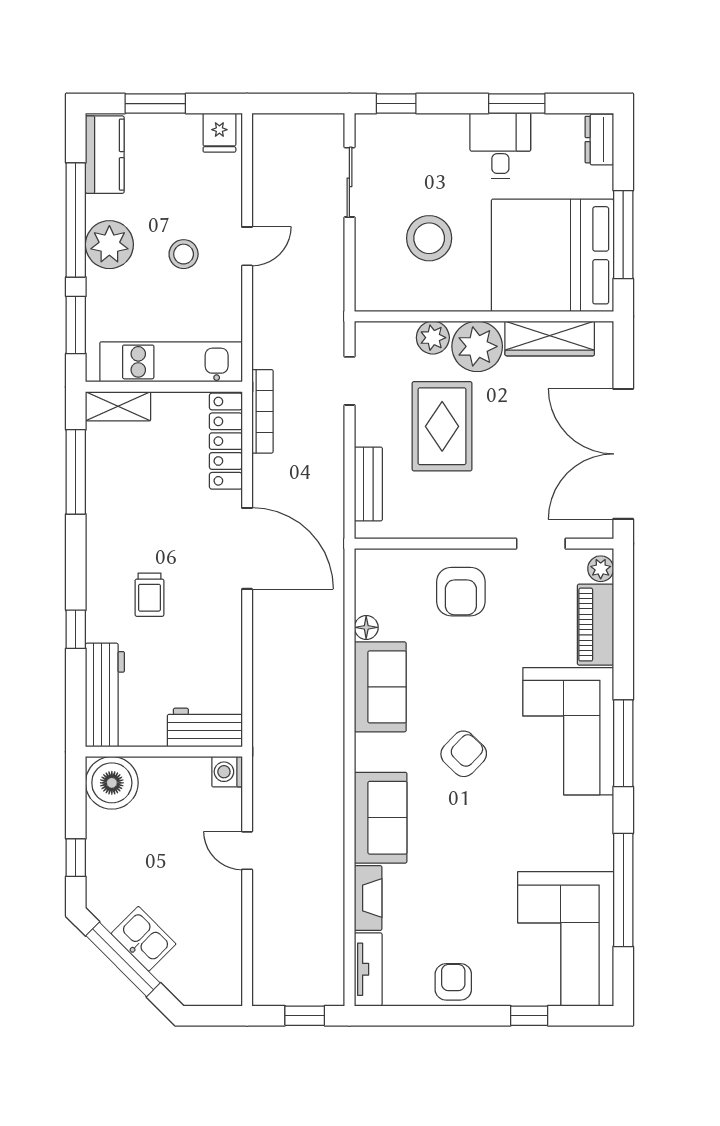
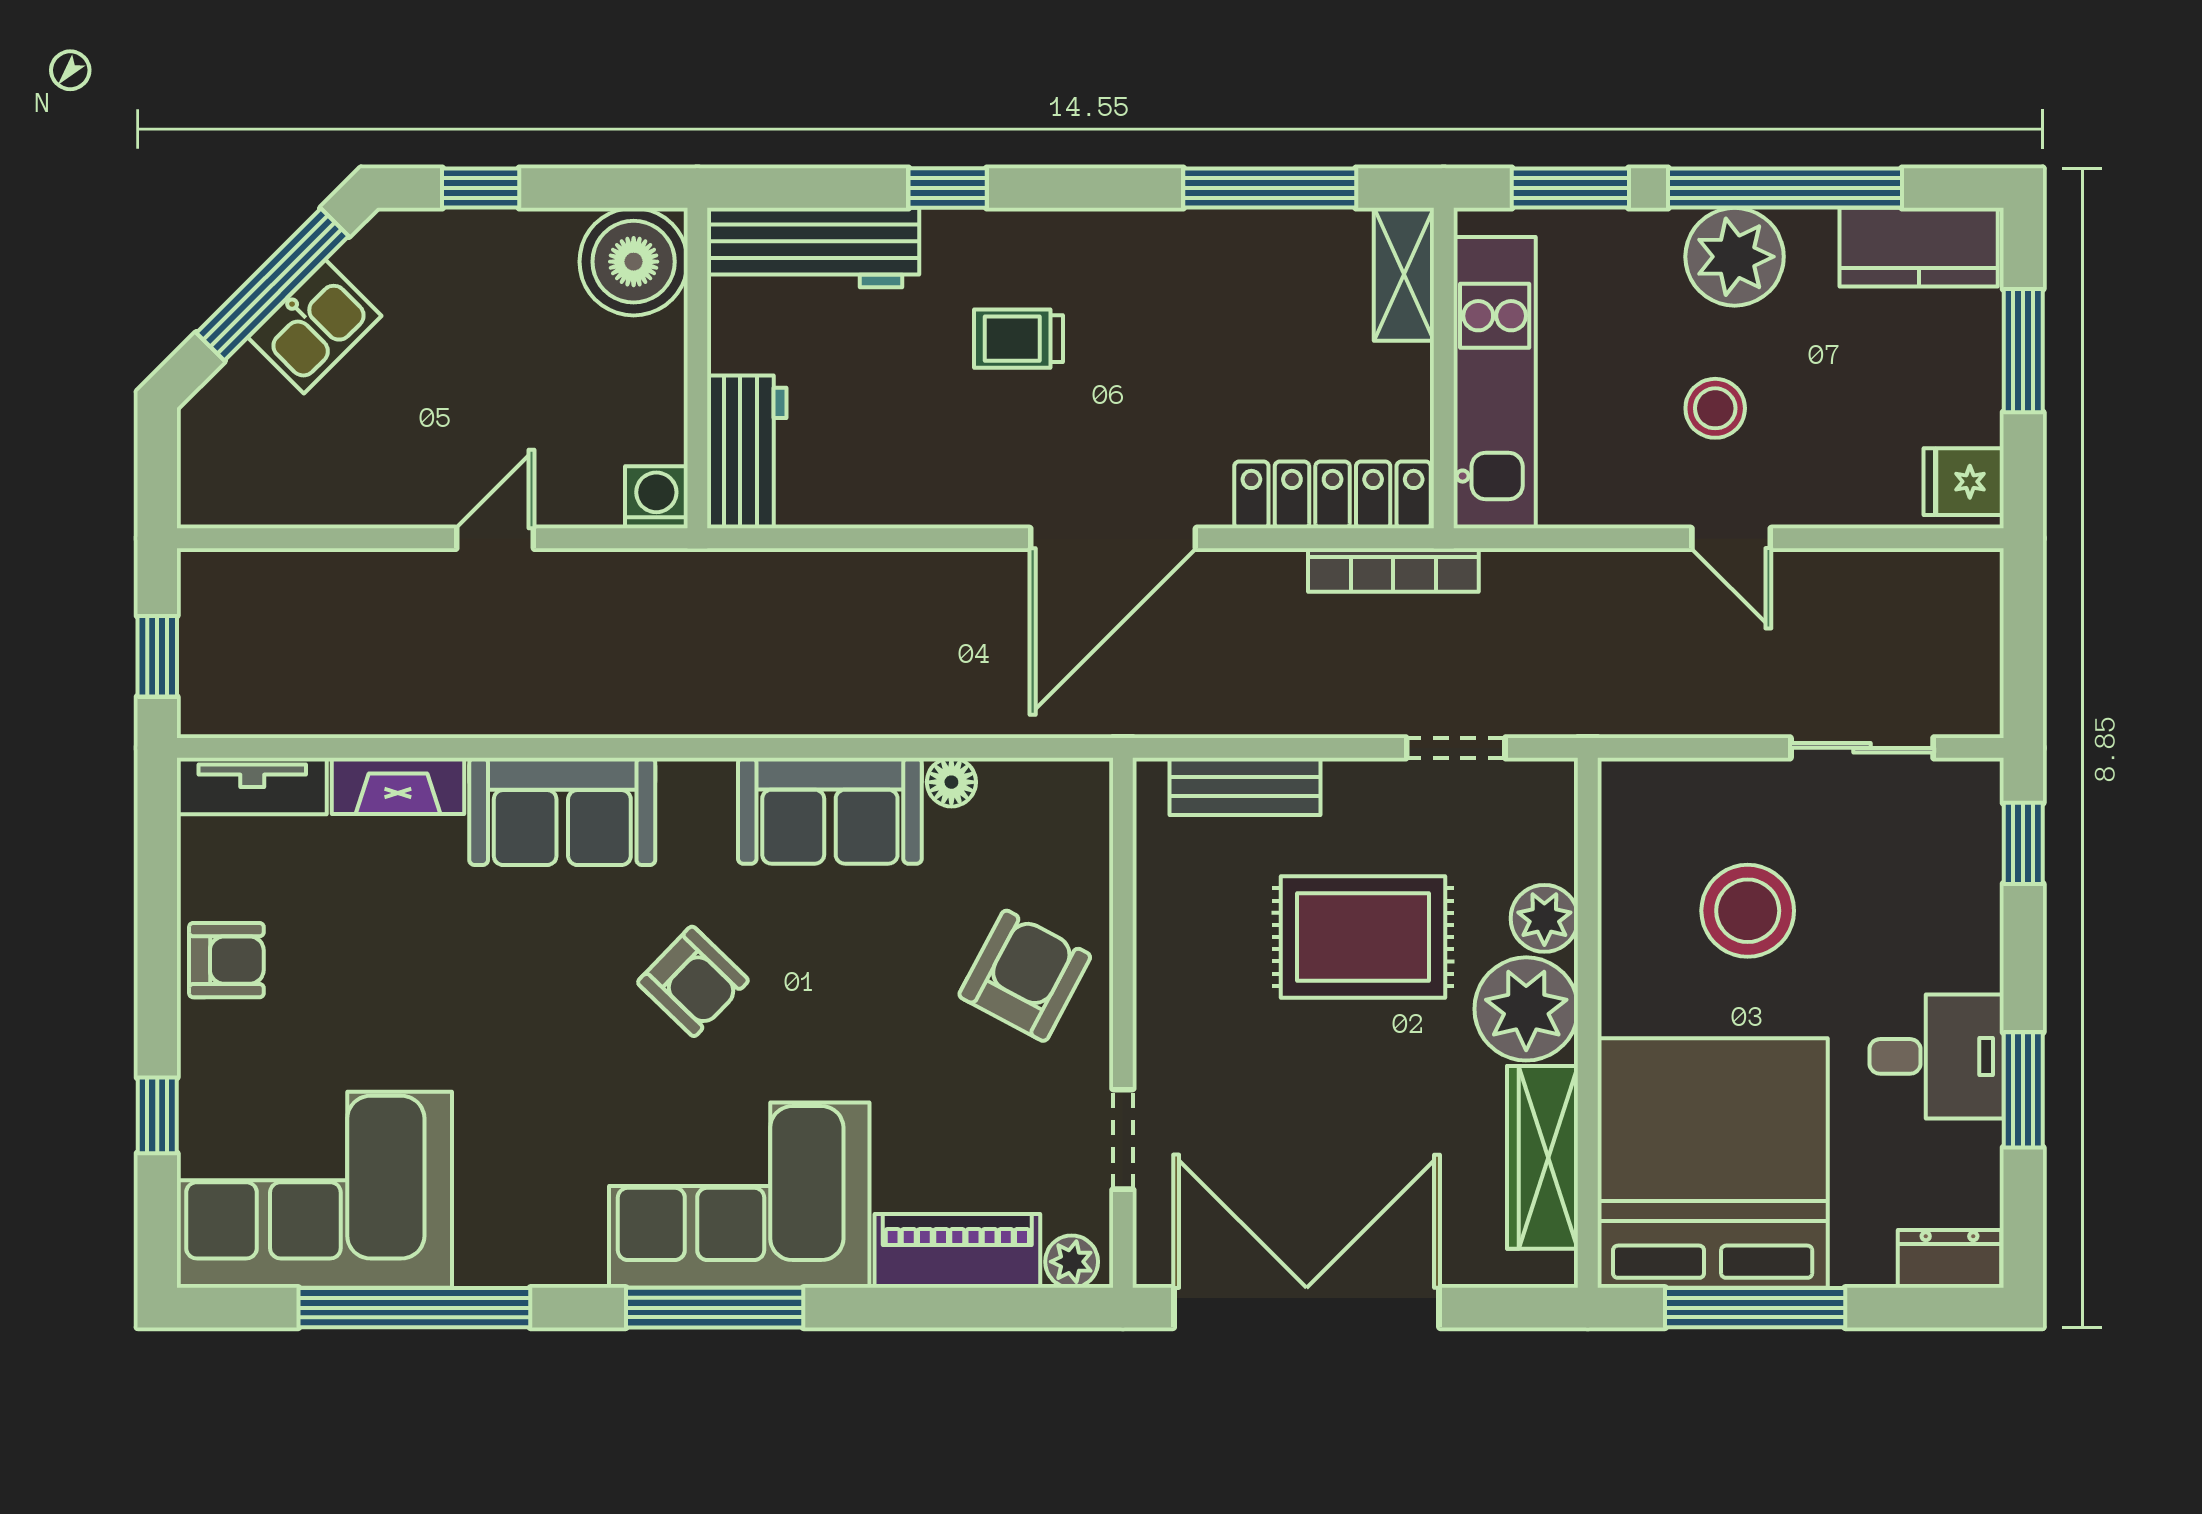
armchair: (461, 592) -> (1025, 976), turned 118

